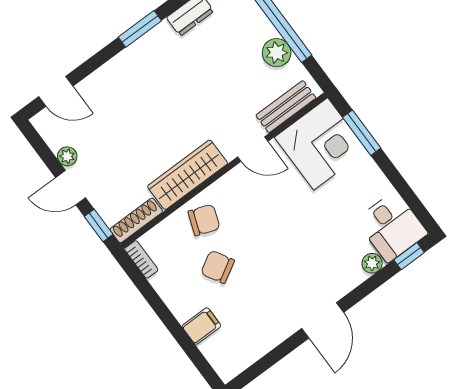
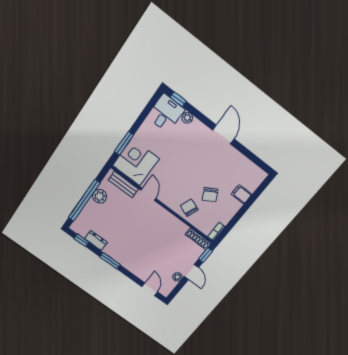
wardrobe: (188, 175) -> (170, 221), removed
door: (323, 320) -> (223, 134), hinge flipped

